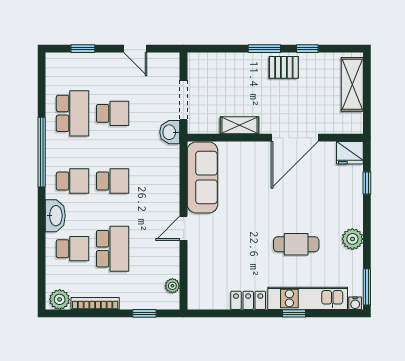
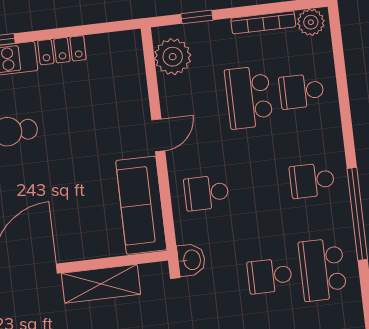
shelving: (239, 125) -> (101, 284), width x1.50, depth x1.33
school desk: (113, 181) -> (206, 193), moved
washbasin: (55, 216) -> (329, 132), removed
plant: (172, 286) -> (173, 57), width x1.88, depth x1.88

